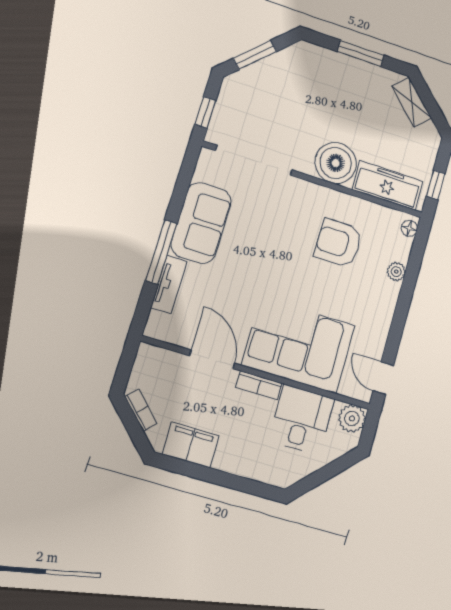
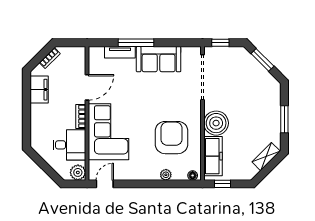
armchair: (338, 243) -> (172, 138), width x1.36, depth x1.36

